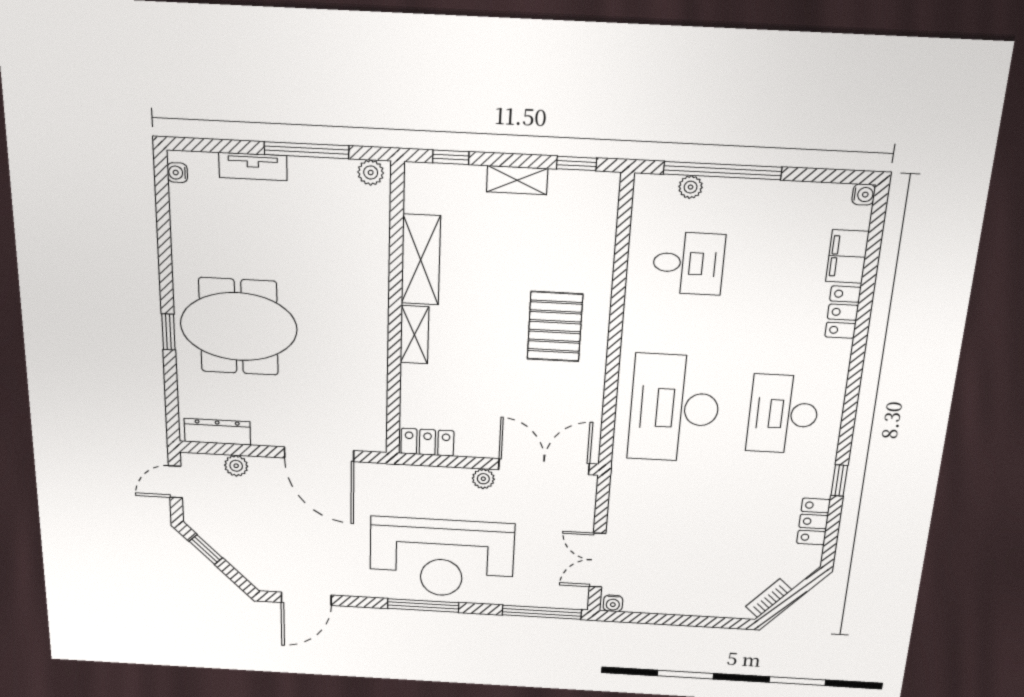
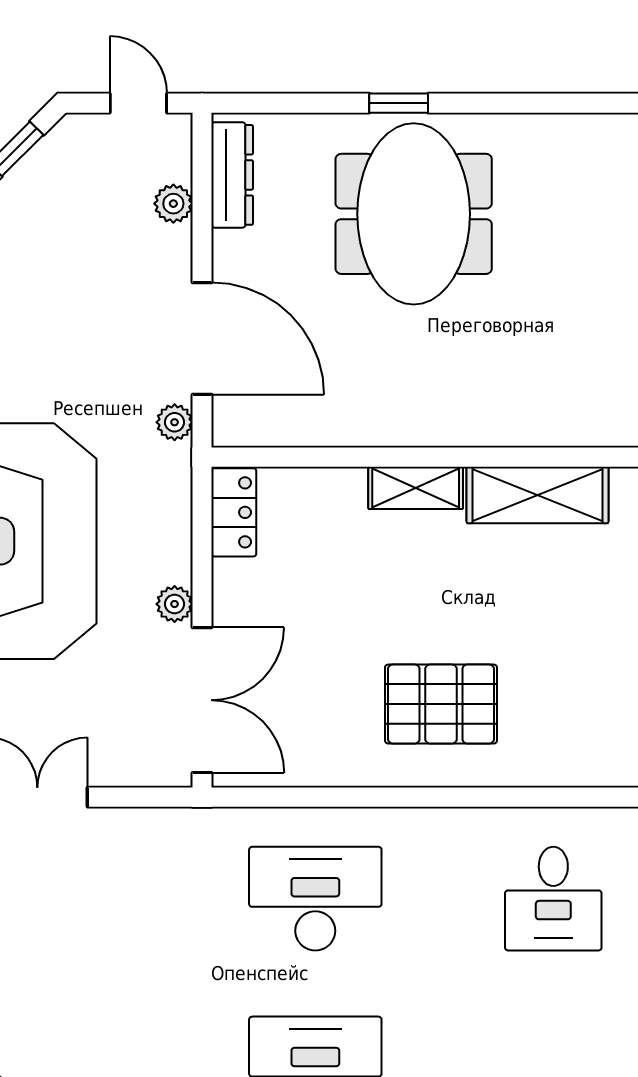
desk: (674, 408) -> (315, 899), width x0.73, depth x0.77
door: (319, 454) -> (202, 338), swing flipped
plant: (371, 473) -> (175, 422), added

